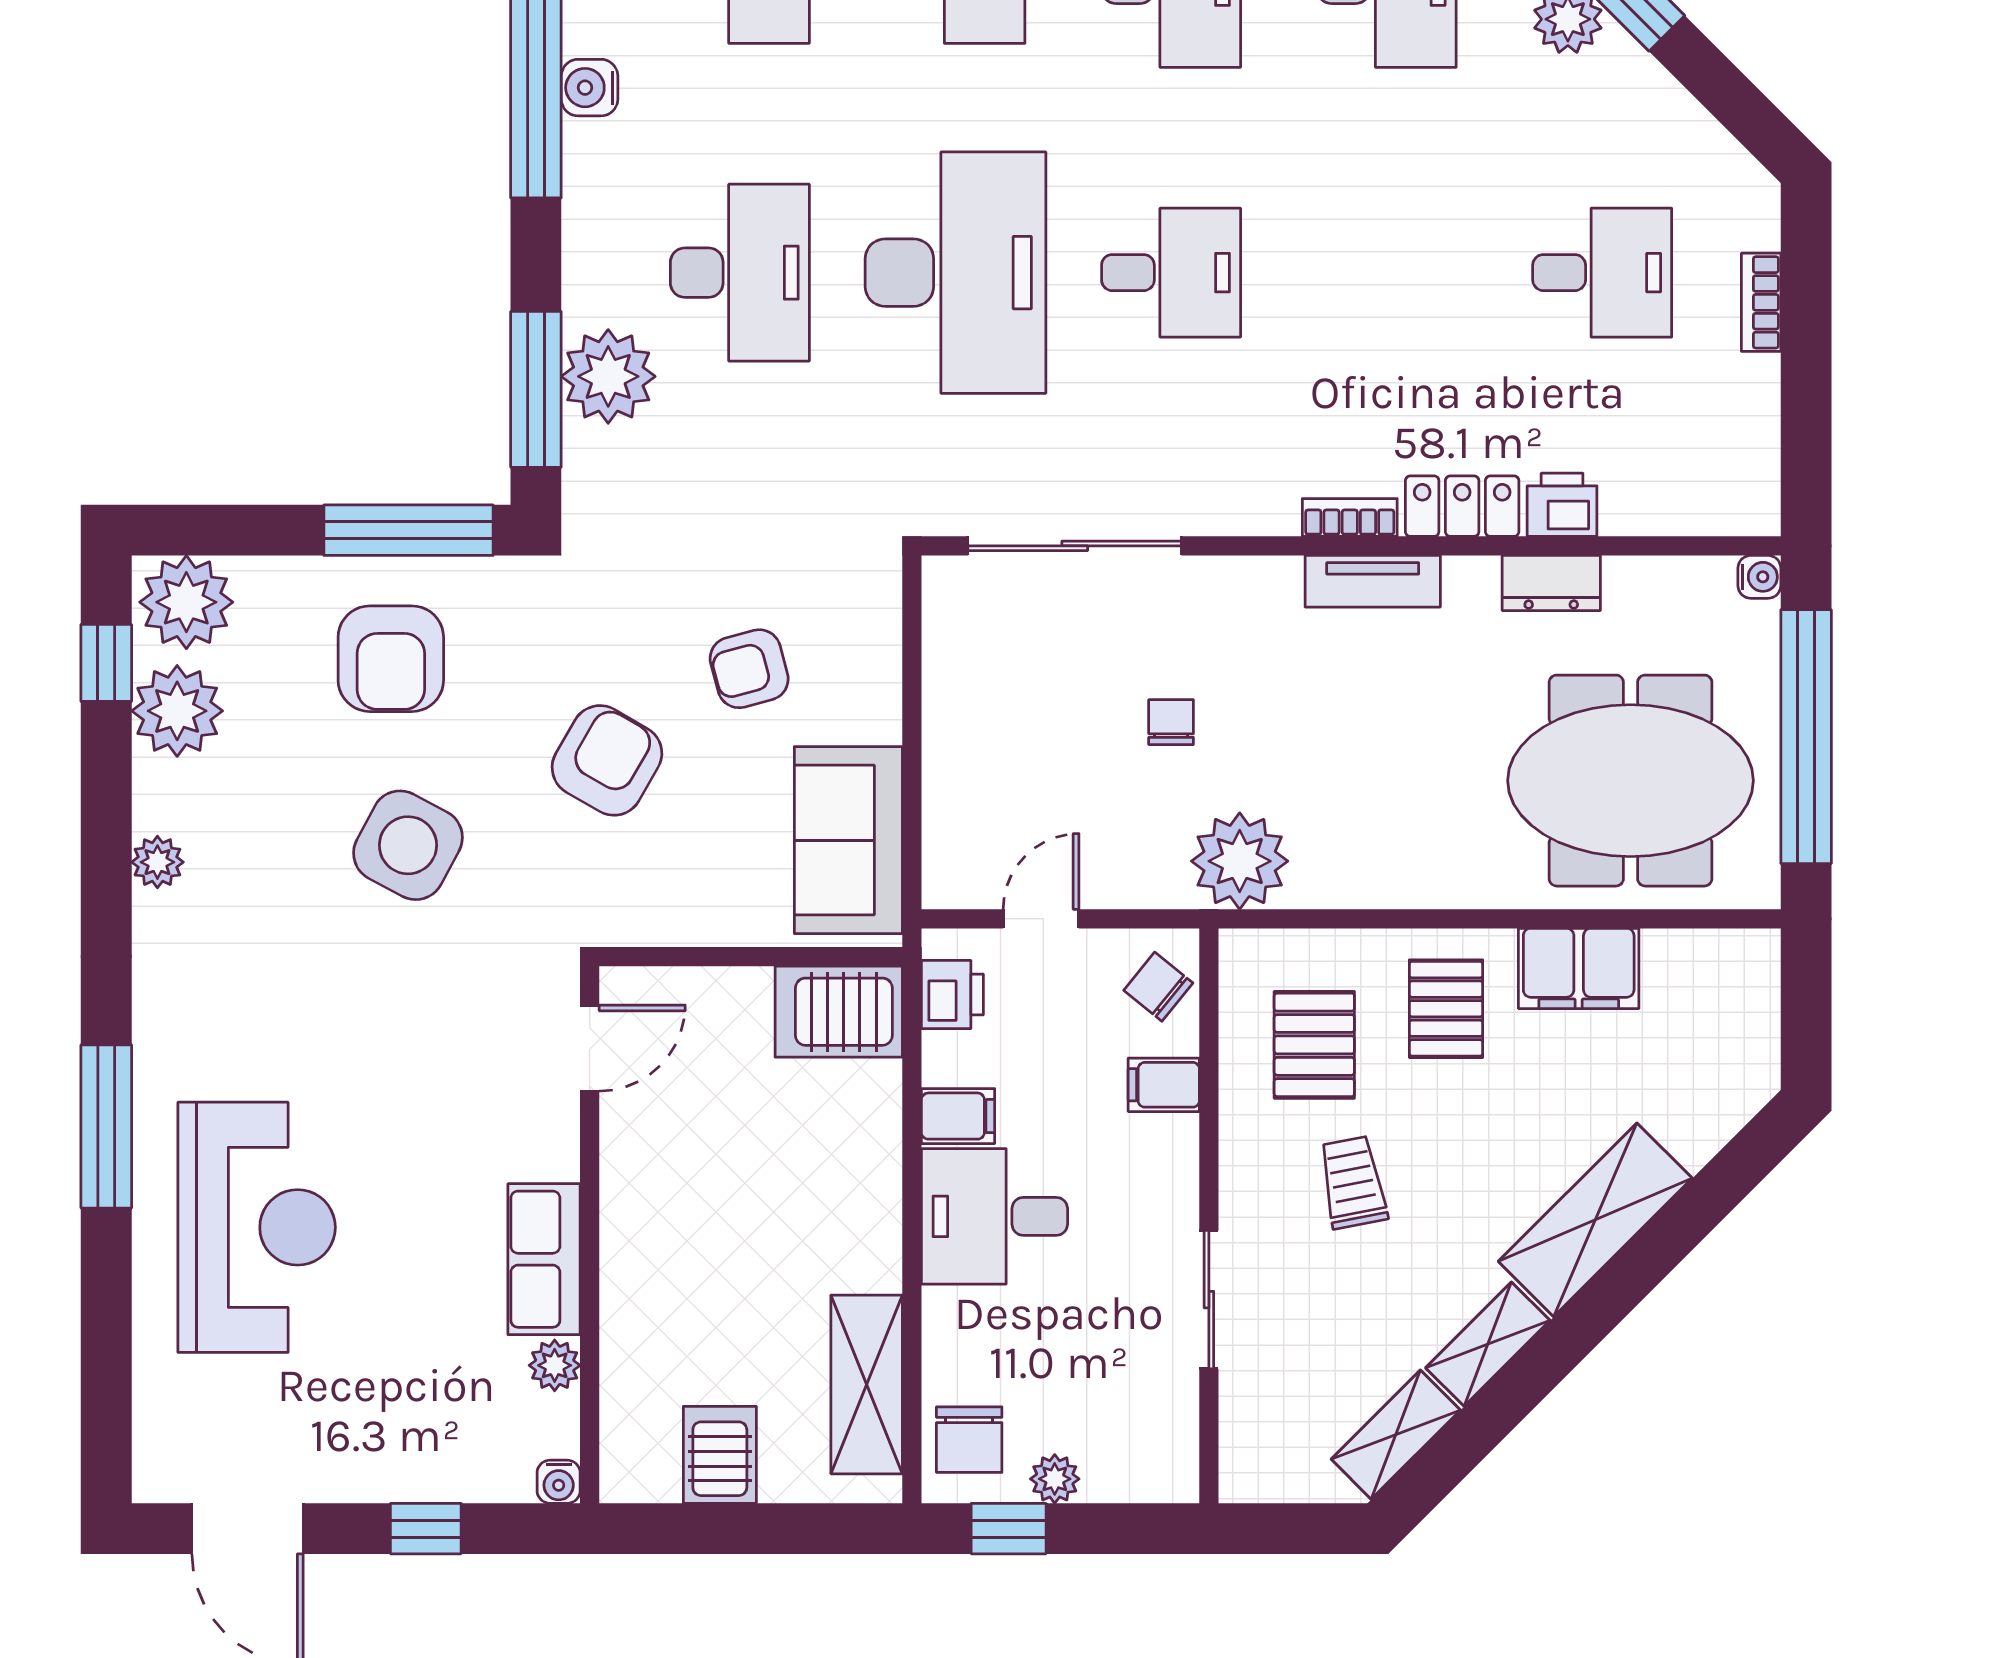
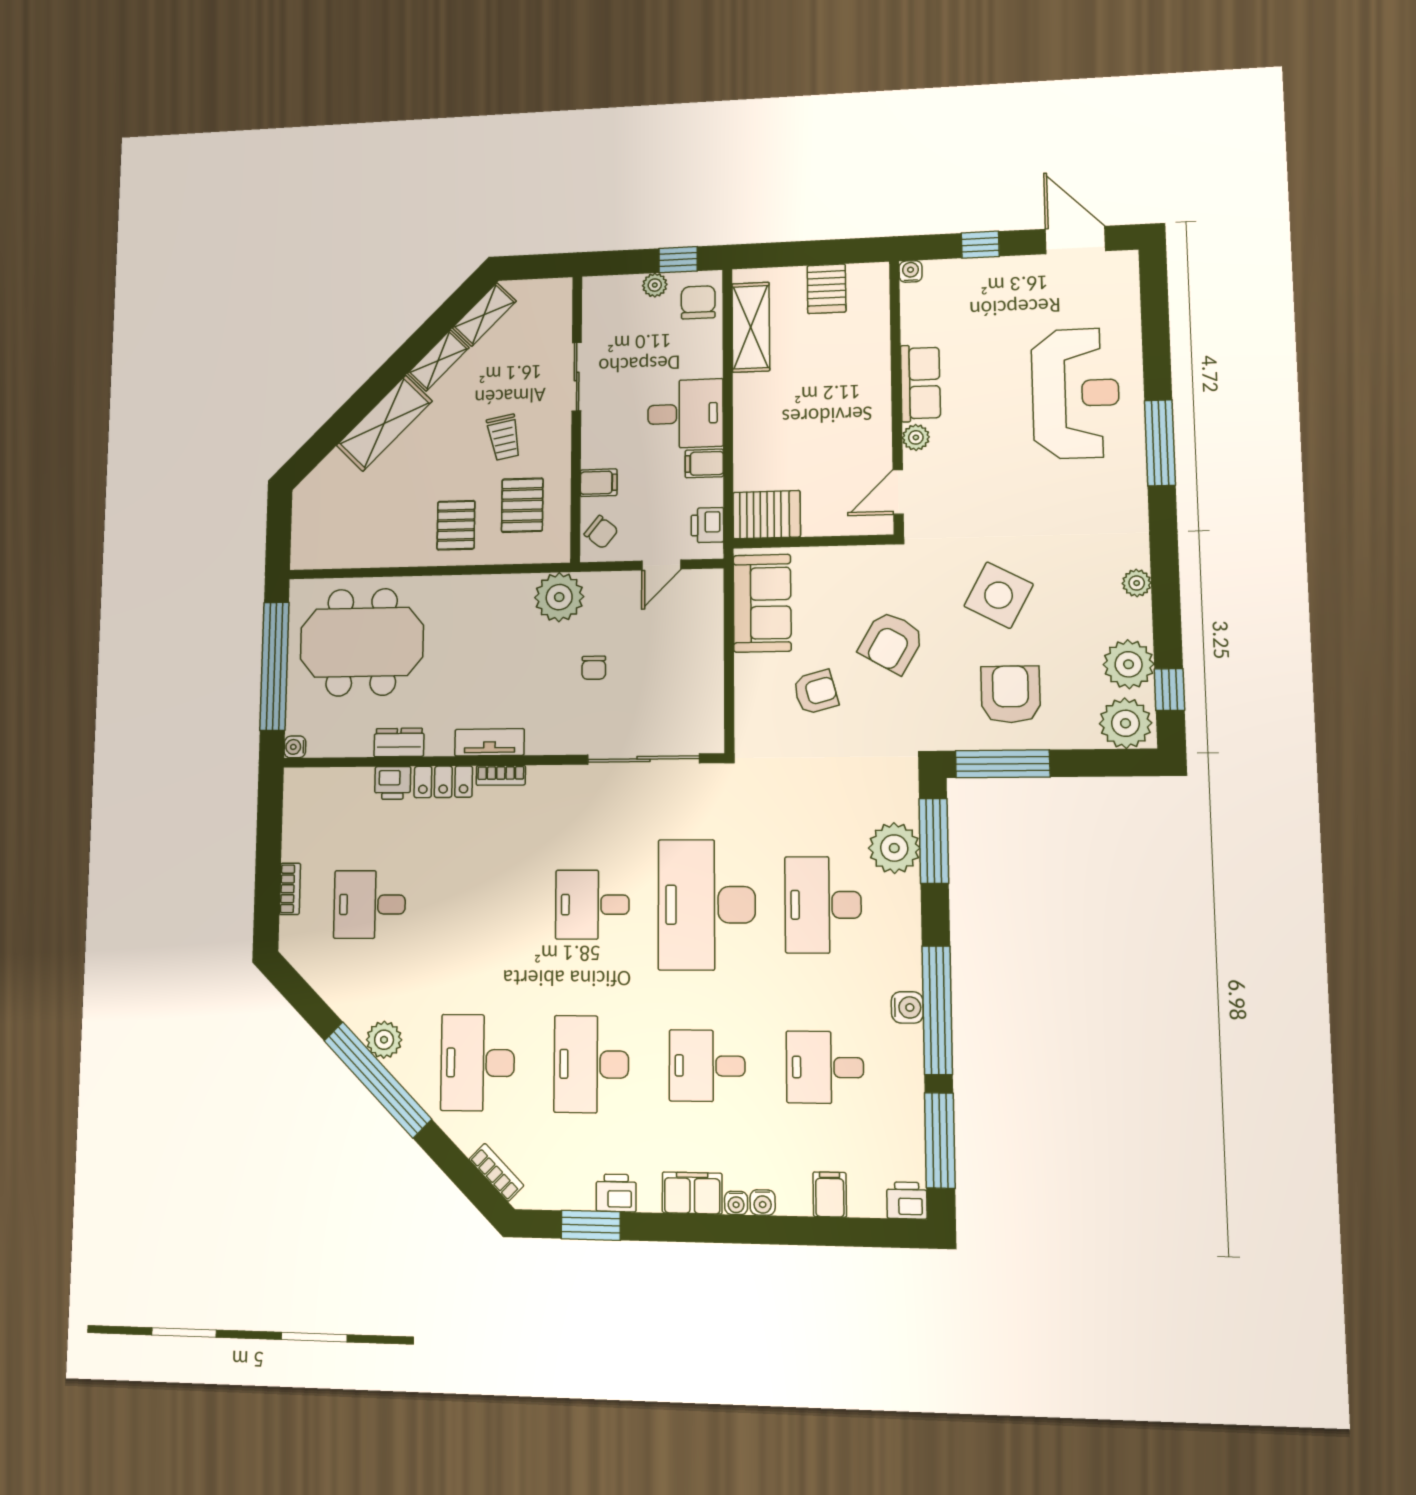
filing cabinet: (1579, 968) -> (390, 547), removed
reception desk: (257, 1227) -> (1075, 393), turned 180
plant: (555, 1365) -> (916, 437), moved

